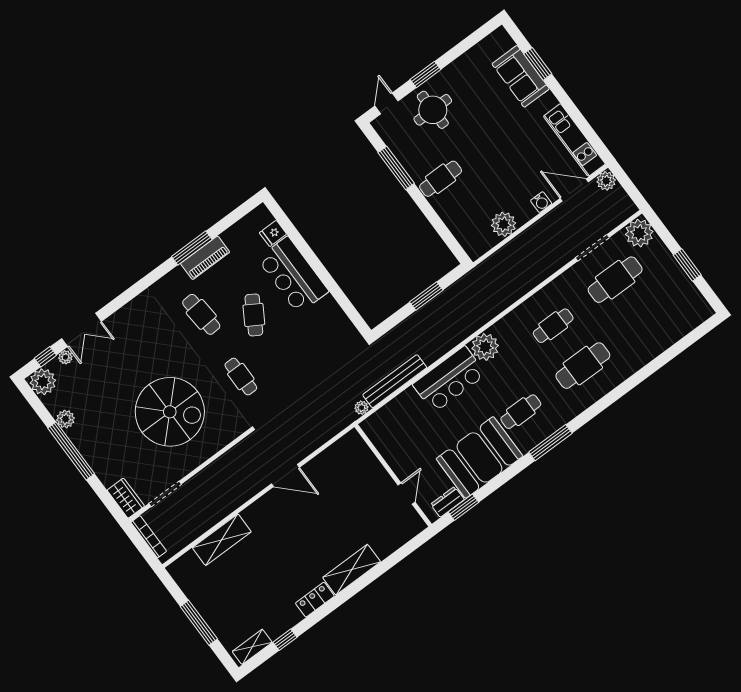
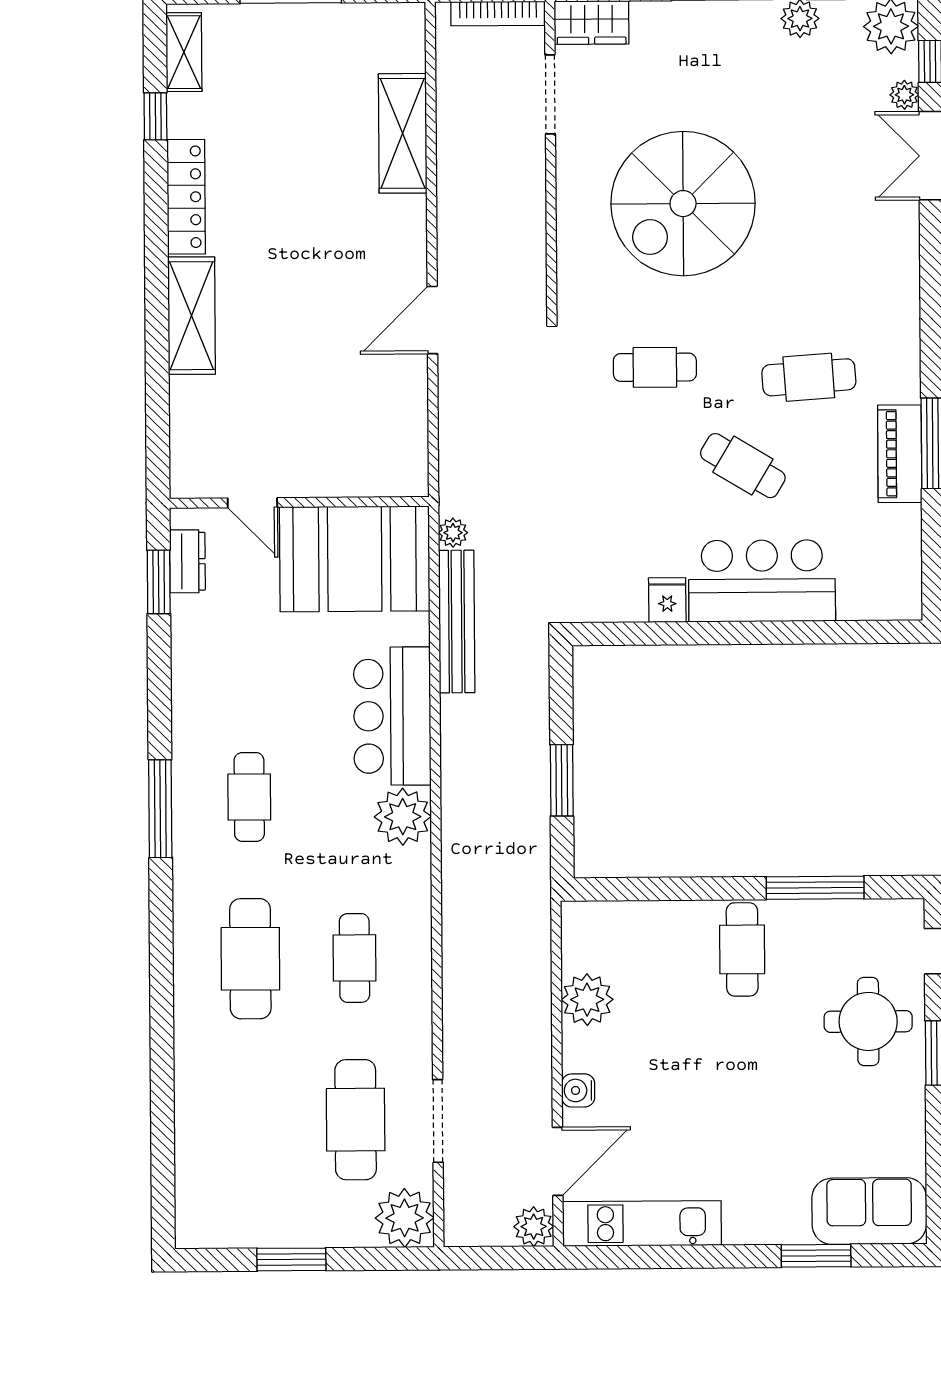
sofa: (521, 76) -> (869, 1211), moved
fridge: (273, 233) -> (667, 600), moved
booth: (479, 457) -> (355, 559), moved, turned 90
locker: (315, 600) -> (186, 197), width x1.53

